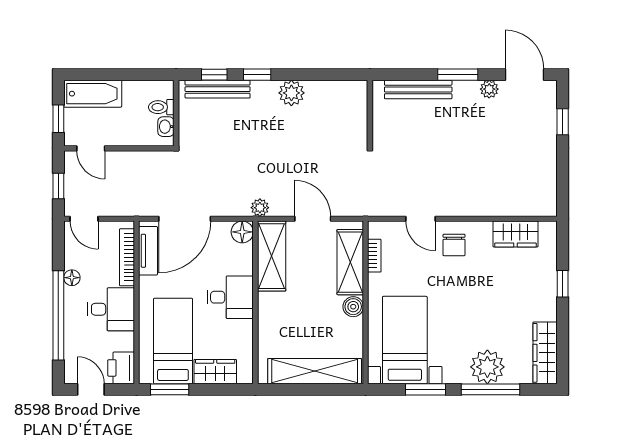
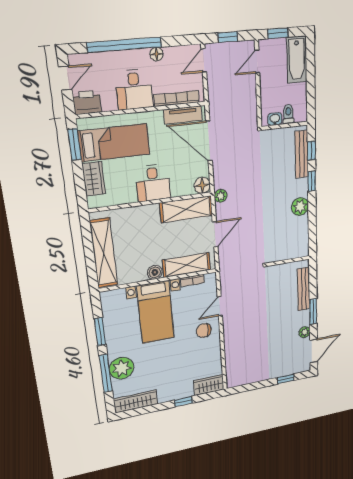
wardrobe: (515, 234) -> (209, 385), moved, turned 90
bed with nightstands: (405, 340) -> (156, 312), moved, turned 90

